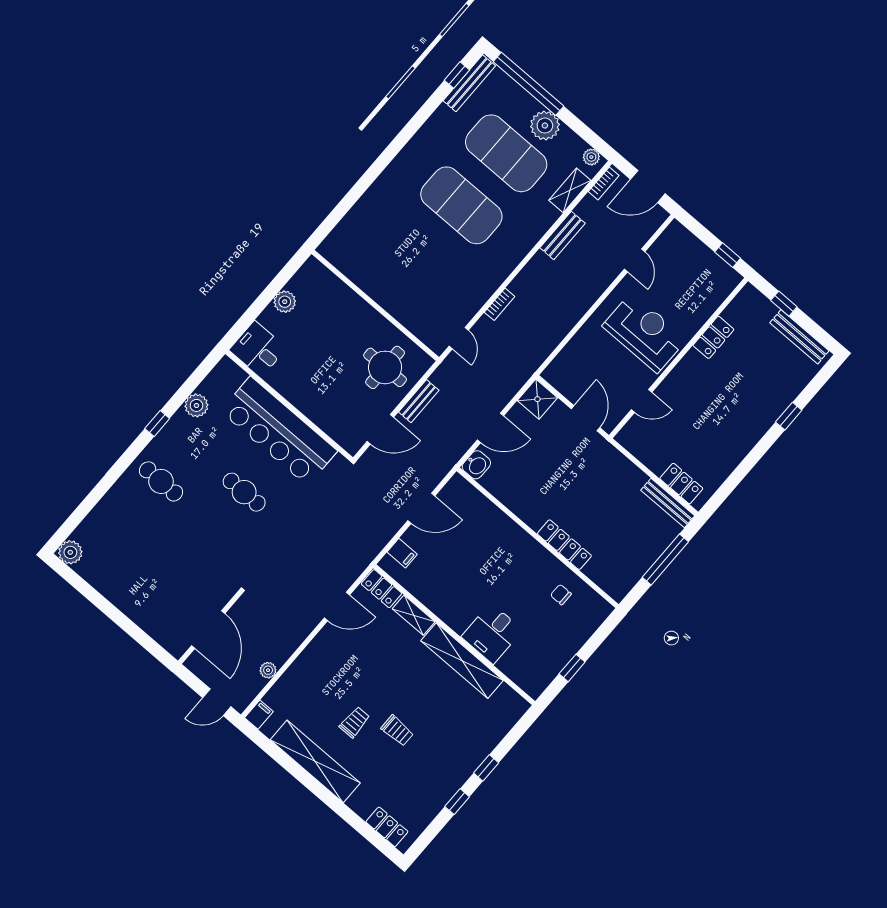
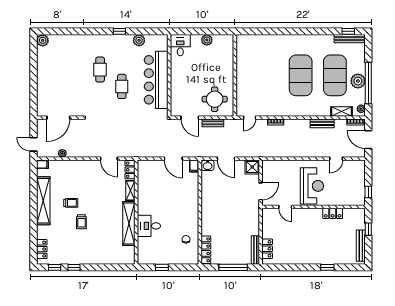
window: (528, 84) -> (368, 83), moved
cafe table: (161, 481) -> (100, 70), moved
locker: (564, 545) -> (206, 250), moved
filing cabinet: (402, 553) -> (194, 166), moved
window: (486, 768) -> (55, 267), moved

